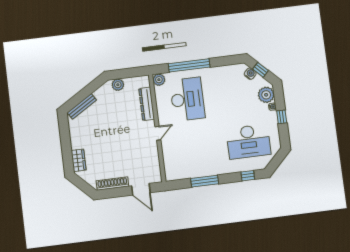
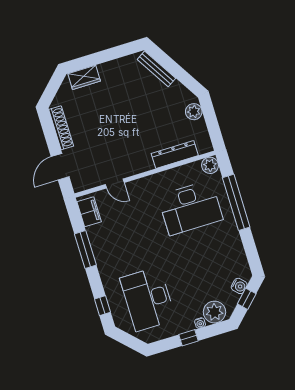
door: (158, 133) -> (115, 183), moved
filing cabinet: (178, 174) -> (89, 212), added

